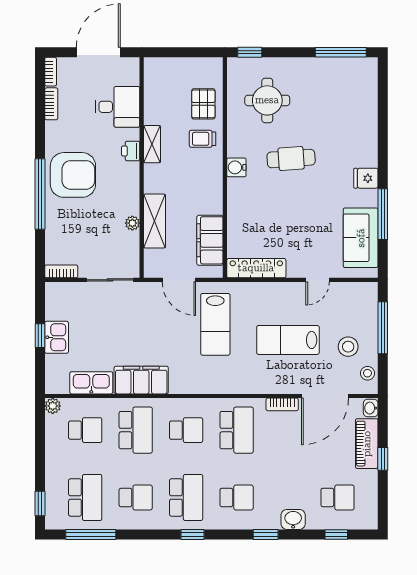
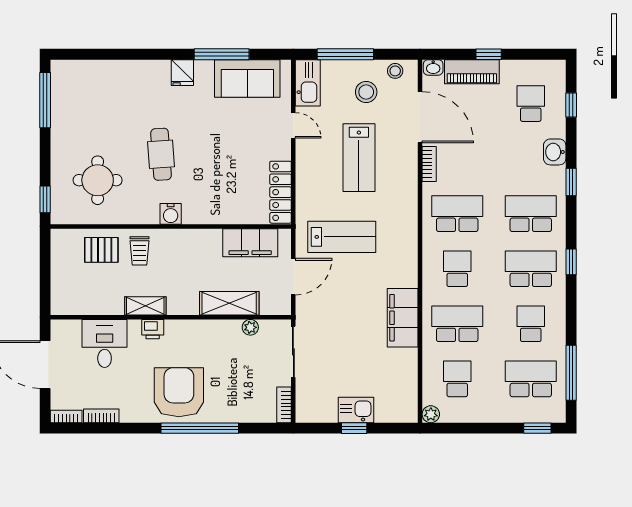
plant: (132, 223) -> (250, 327), moved
kitchen sink: (91, 383) -> (308, 83), moved, turned 180
school desk: (237, 497) -> (531, 214), width x1.85

